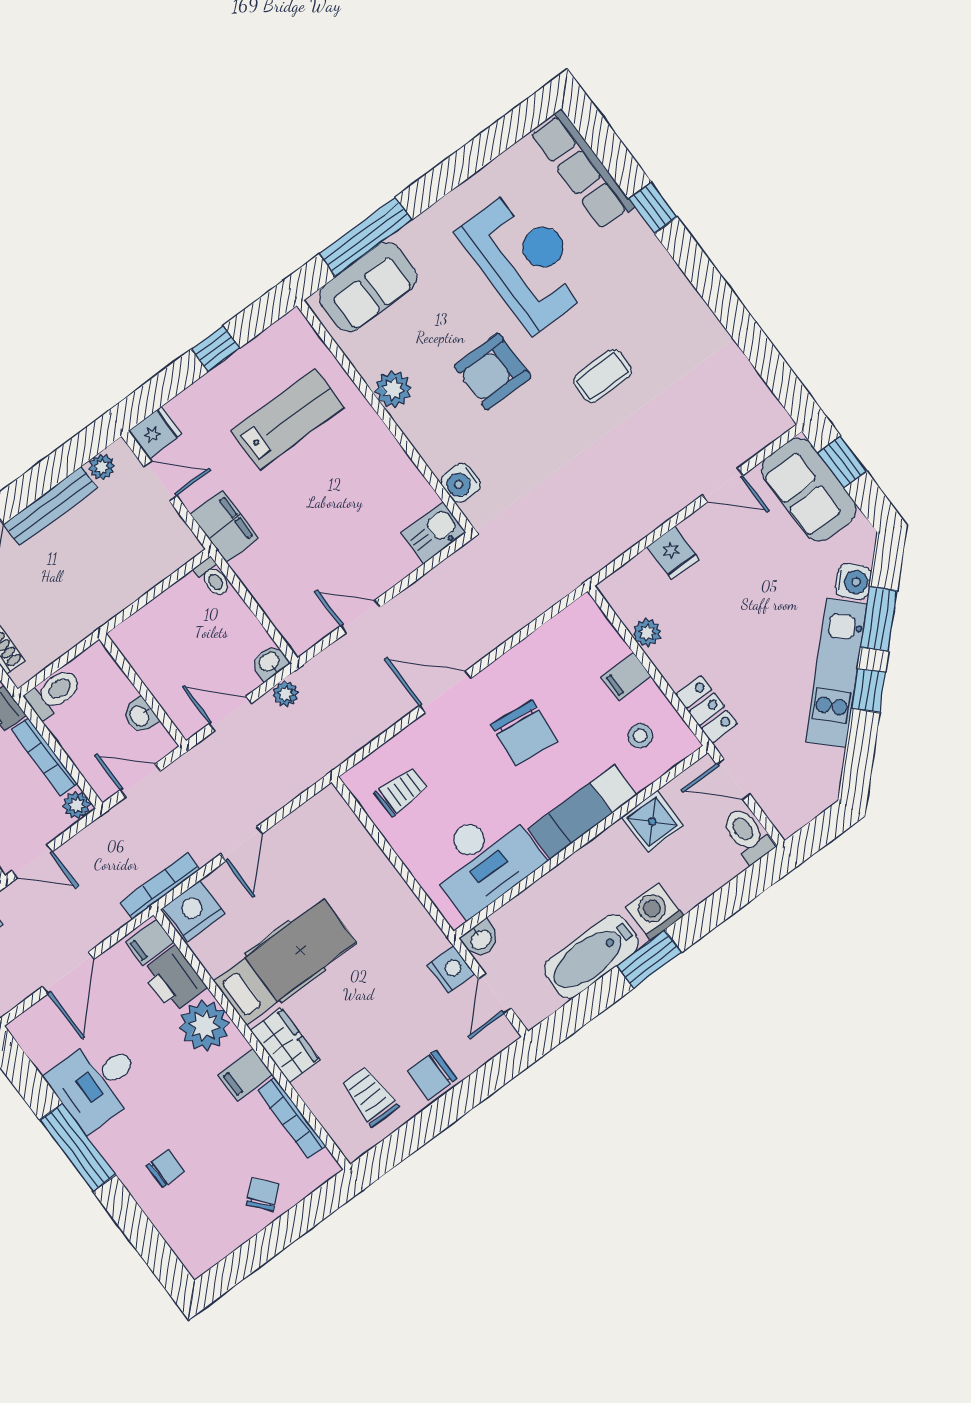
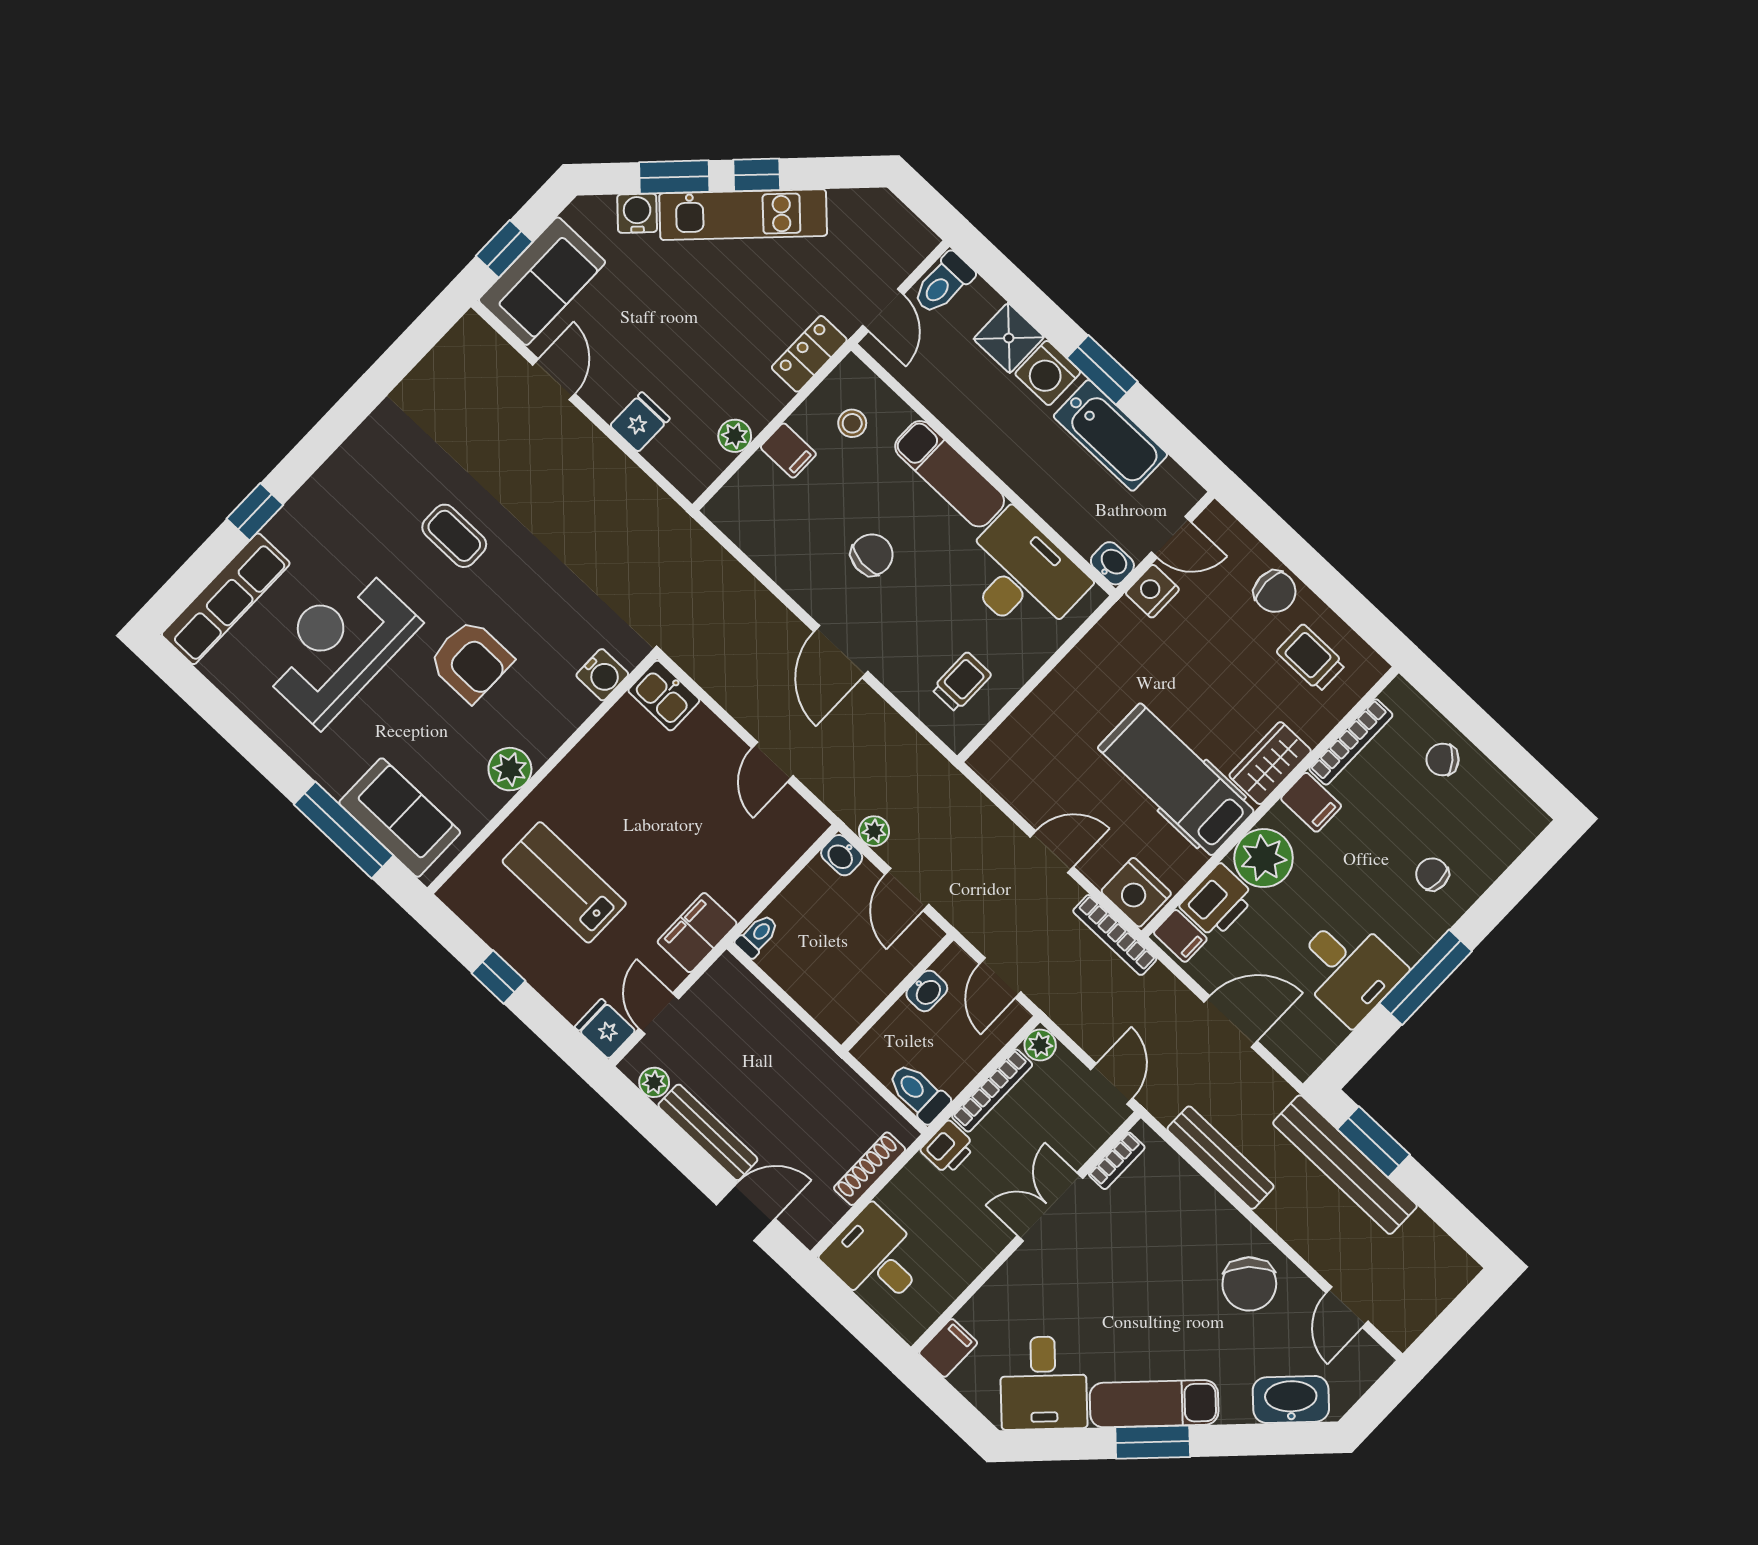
chair: (524, 733) -> (872, 555), width x0.73, depth x0.73
trolley: (401, 791) -> (962, 682), turned 90
shower: (652, 822) -> (1009, 338), moved
trolley: (370, 1096) -> (1311, 658), turned 90

